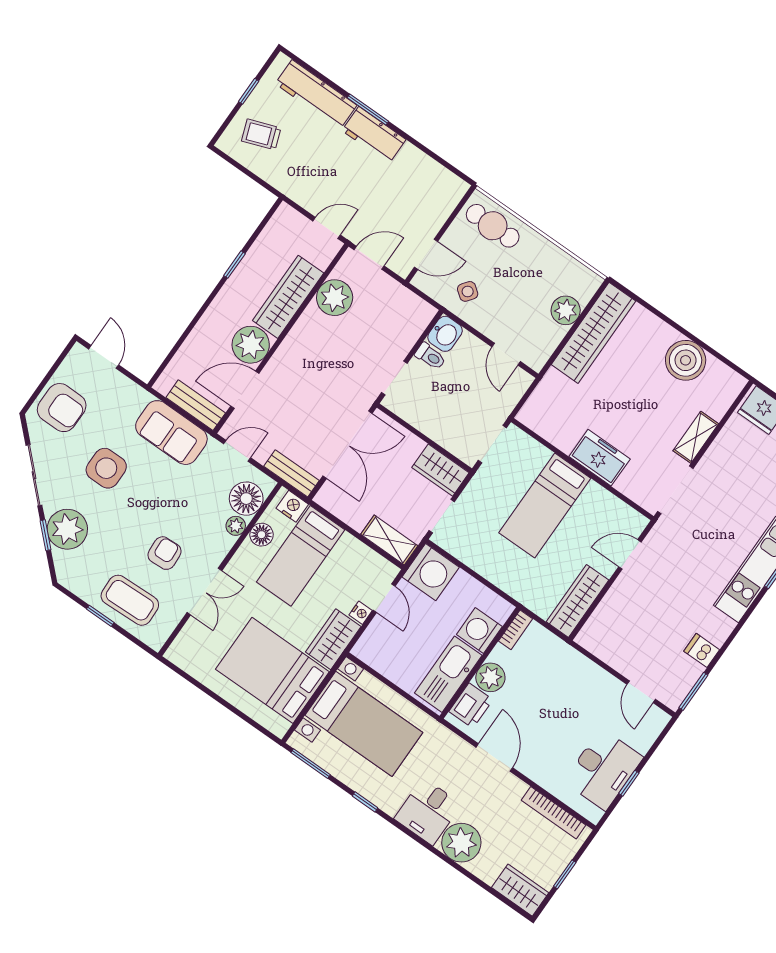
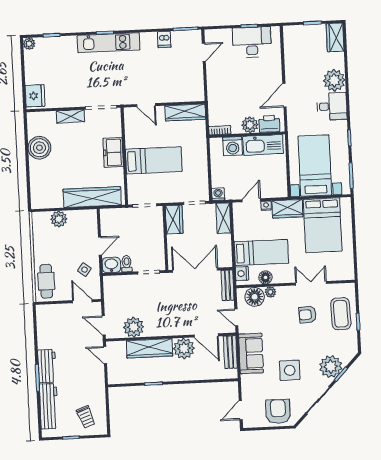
wardrobe: (594, 333) -> (92, 197), moved
door: (506, 354) -> (100, 246), moved
washing machine: (431, 572) -> (218, 194), width x0.53, depth x0.53
bookcase: (554, 813) -> (289, 49), removed

